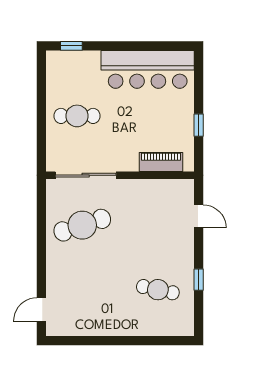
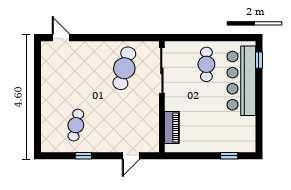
bar counter: (148, 69) -> (241, 81), moved
window: (199, 125) -> (229, 156), moved
cafe table: (82, 225) -> (124, 68), turned 33

